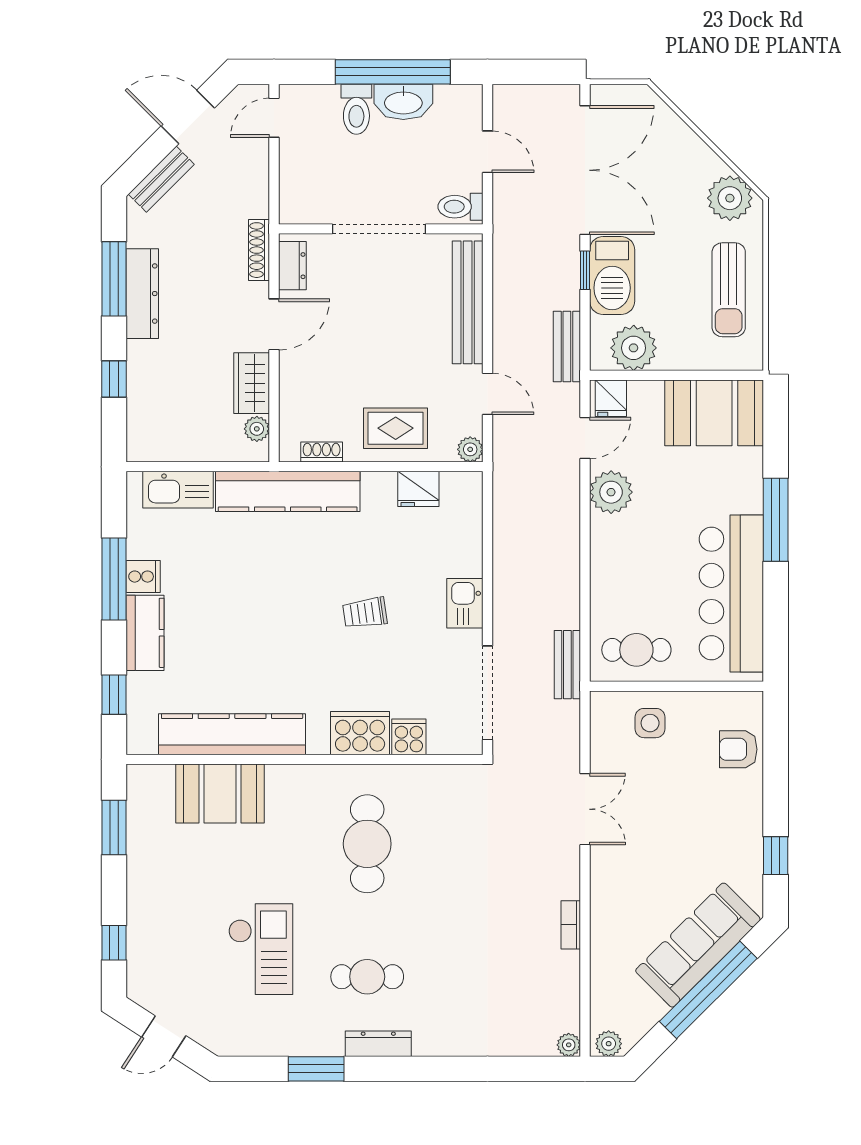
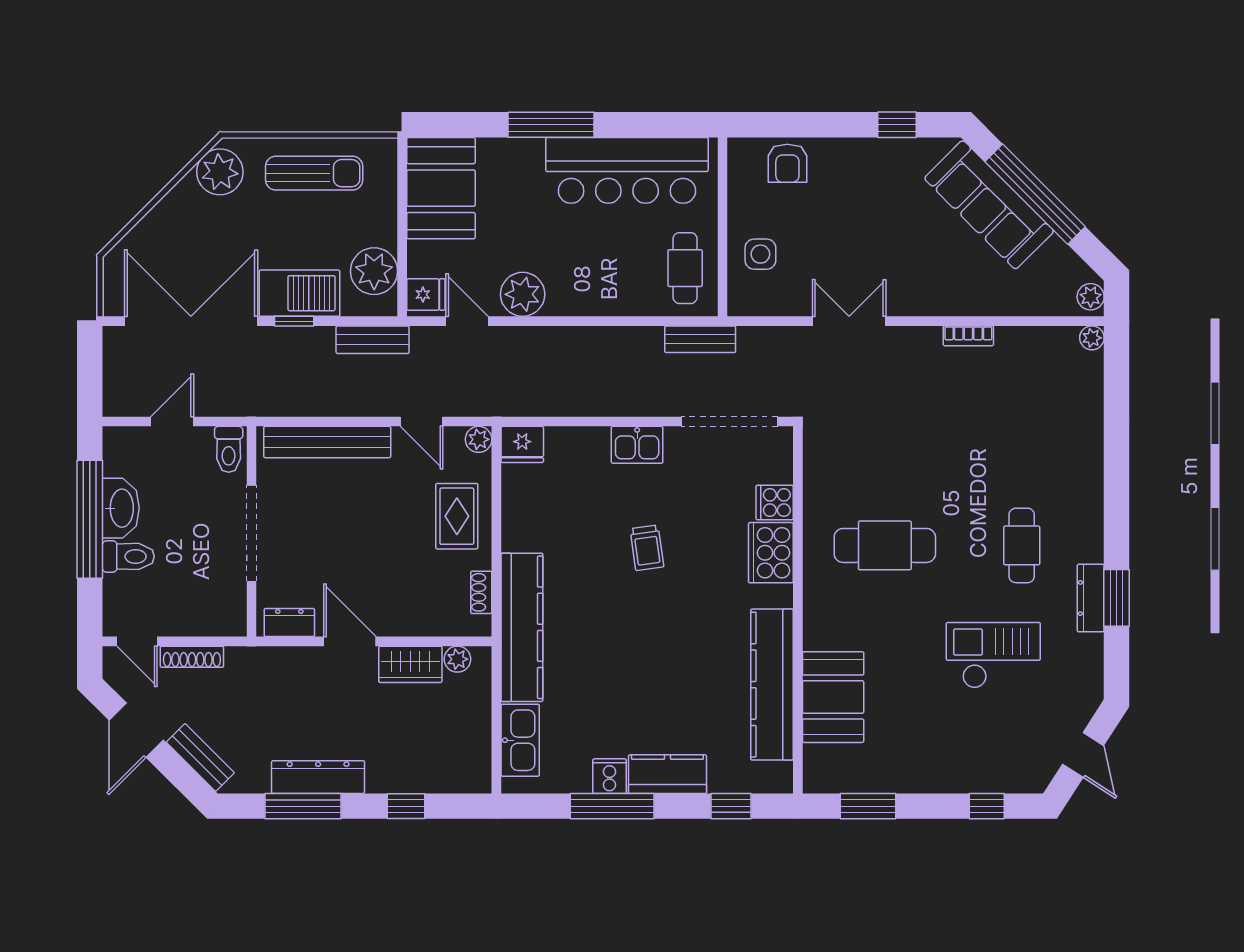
shoe rack: (259, 250) -> (192, 657), moved
door: (487, 394) -> (421, 422), swing flipped
fridge: (418, 489) -> (522, 444), moved, turned 90
dresser: (378, 1044) -> (1091, 598), moved

